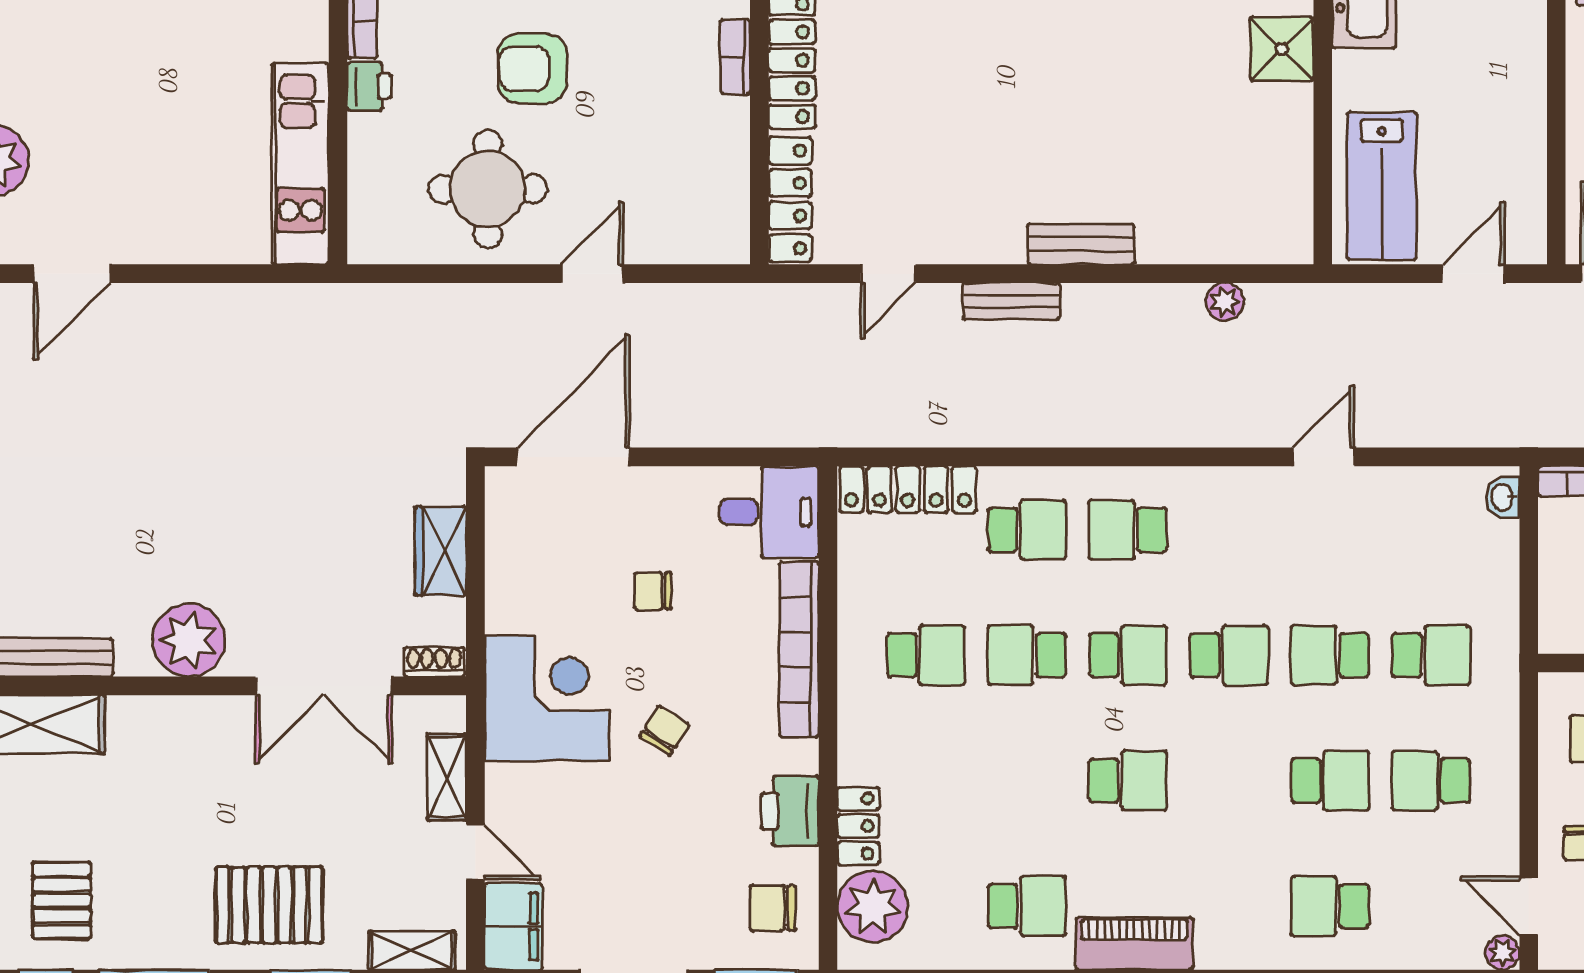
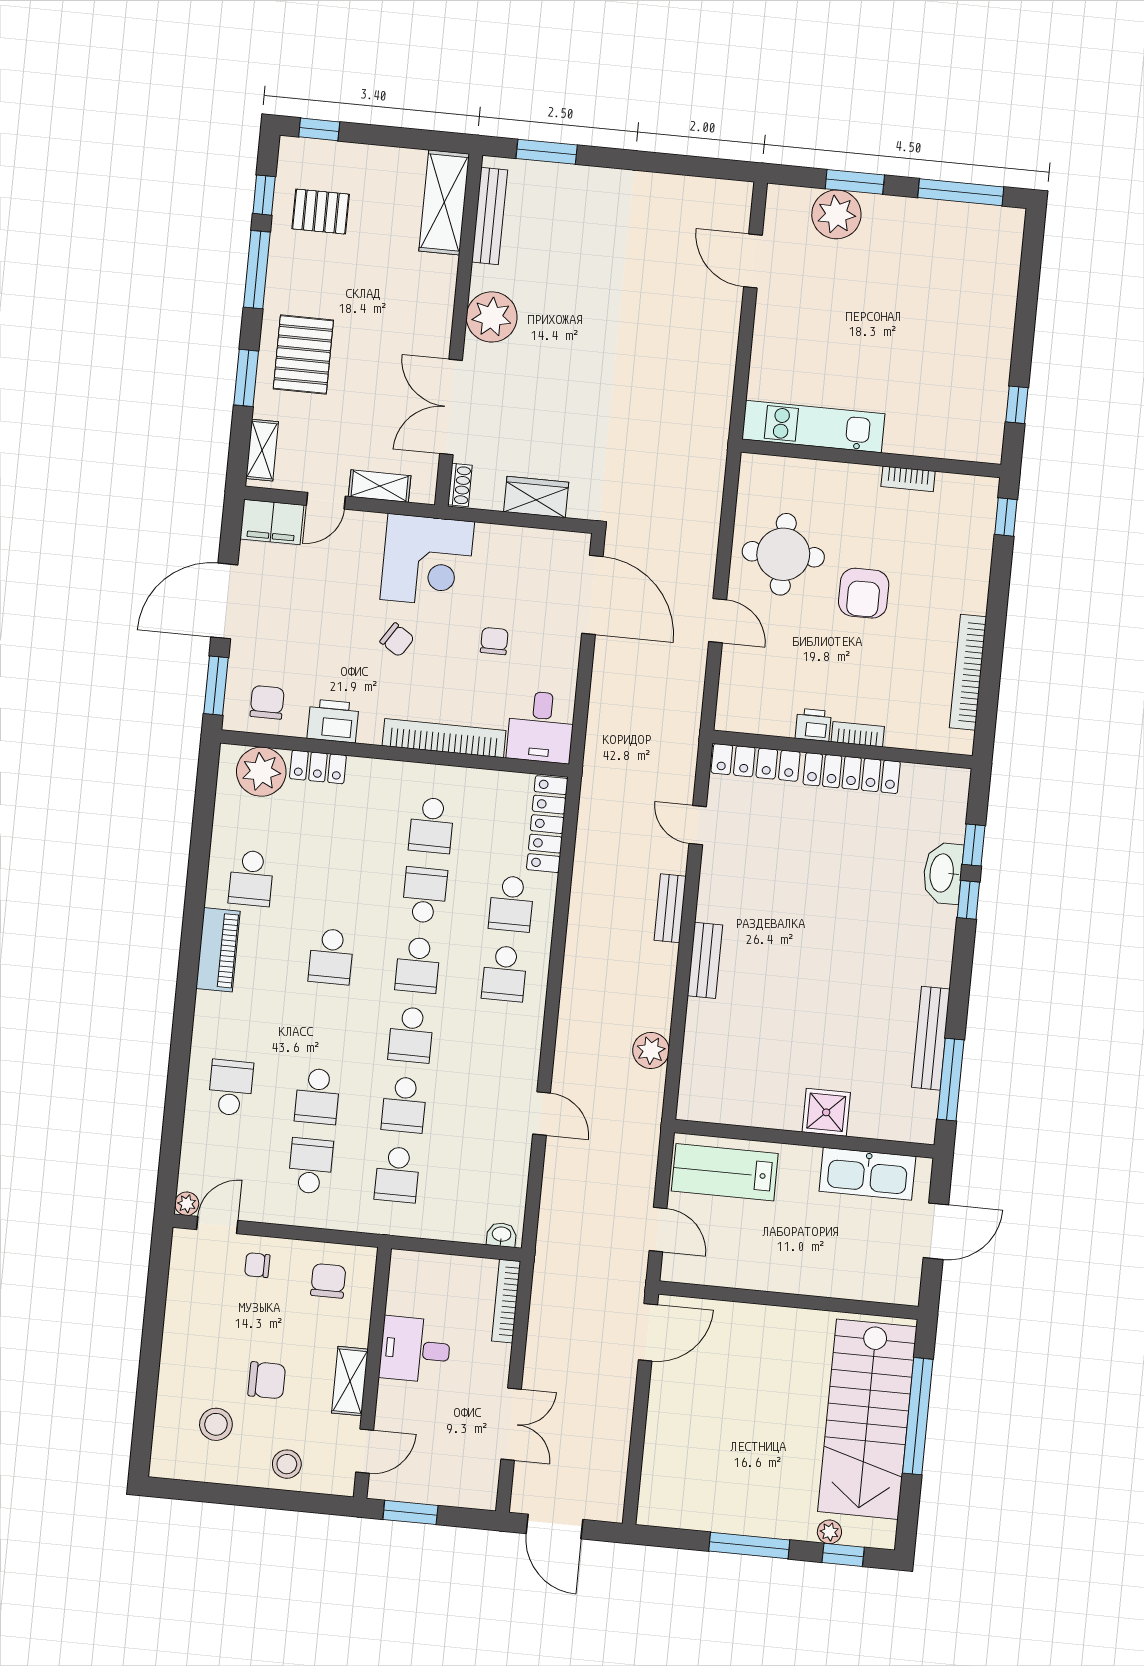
armchair: (532, 68) -> (864, 593), turned 180
printer: (369, 86) -> (813, 725), moved, turned 180
plant: (1225, 302) -> (651, 1050), width x1.38, depth x1.38
school desk: (1128, 530) -> (504, 973), turned 180
school desk: (1330, 655) -> (404, 1105), turned 180

